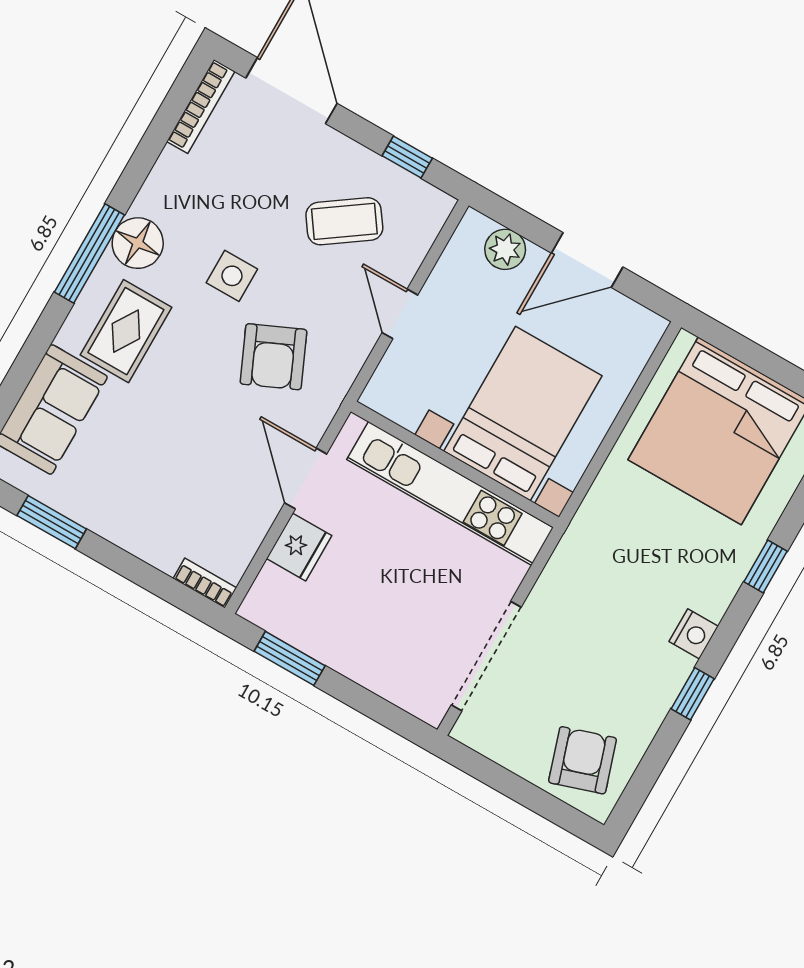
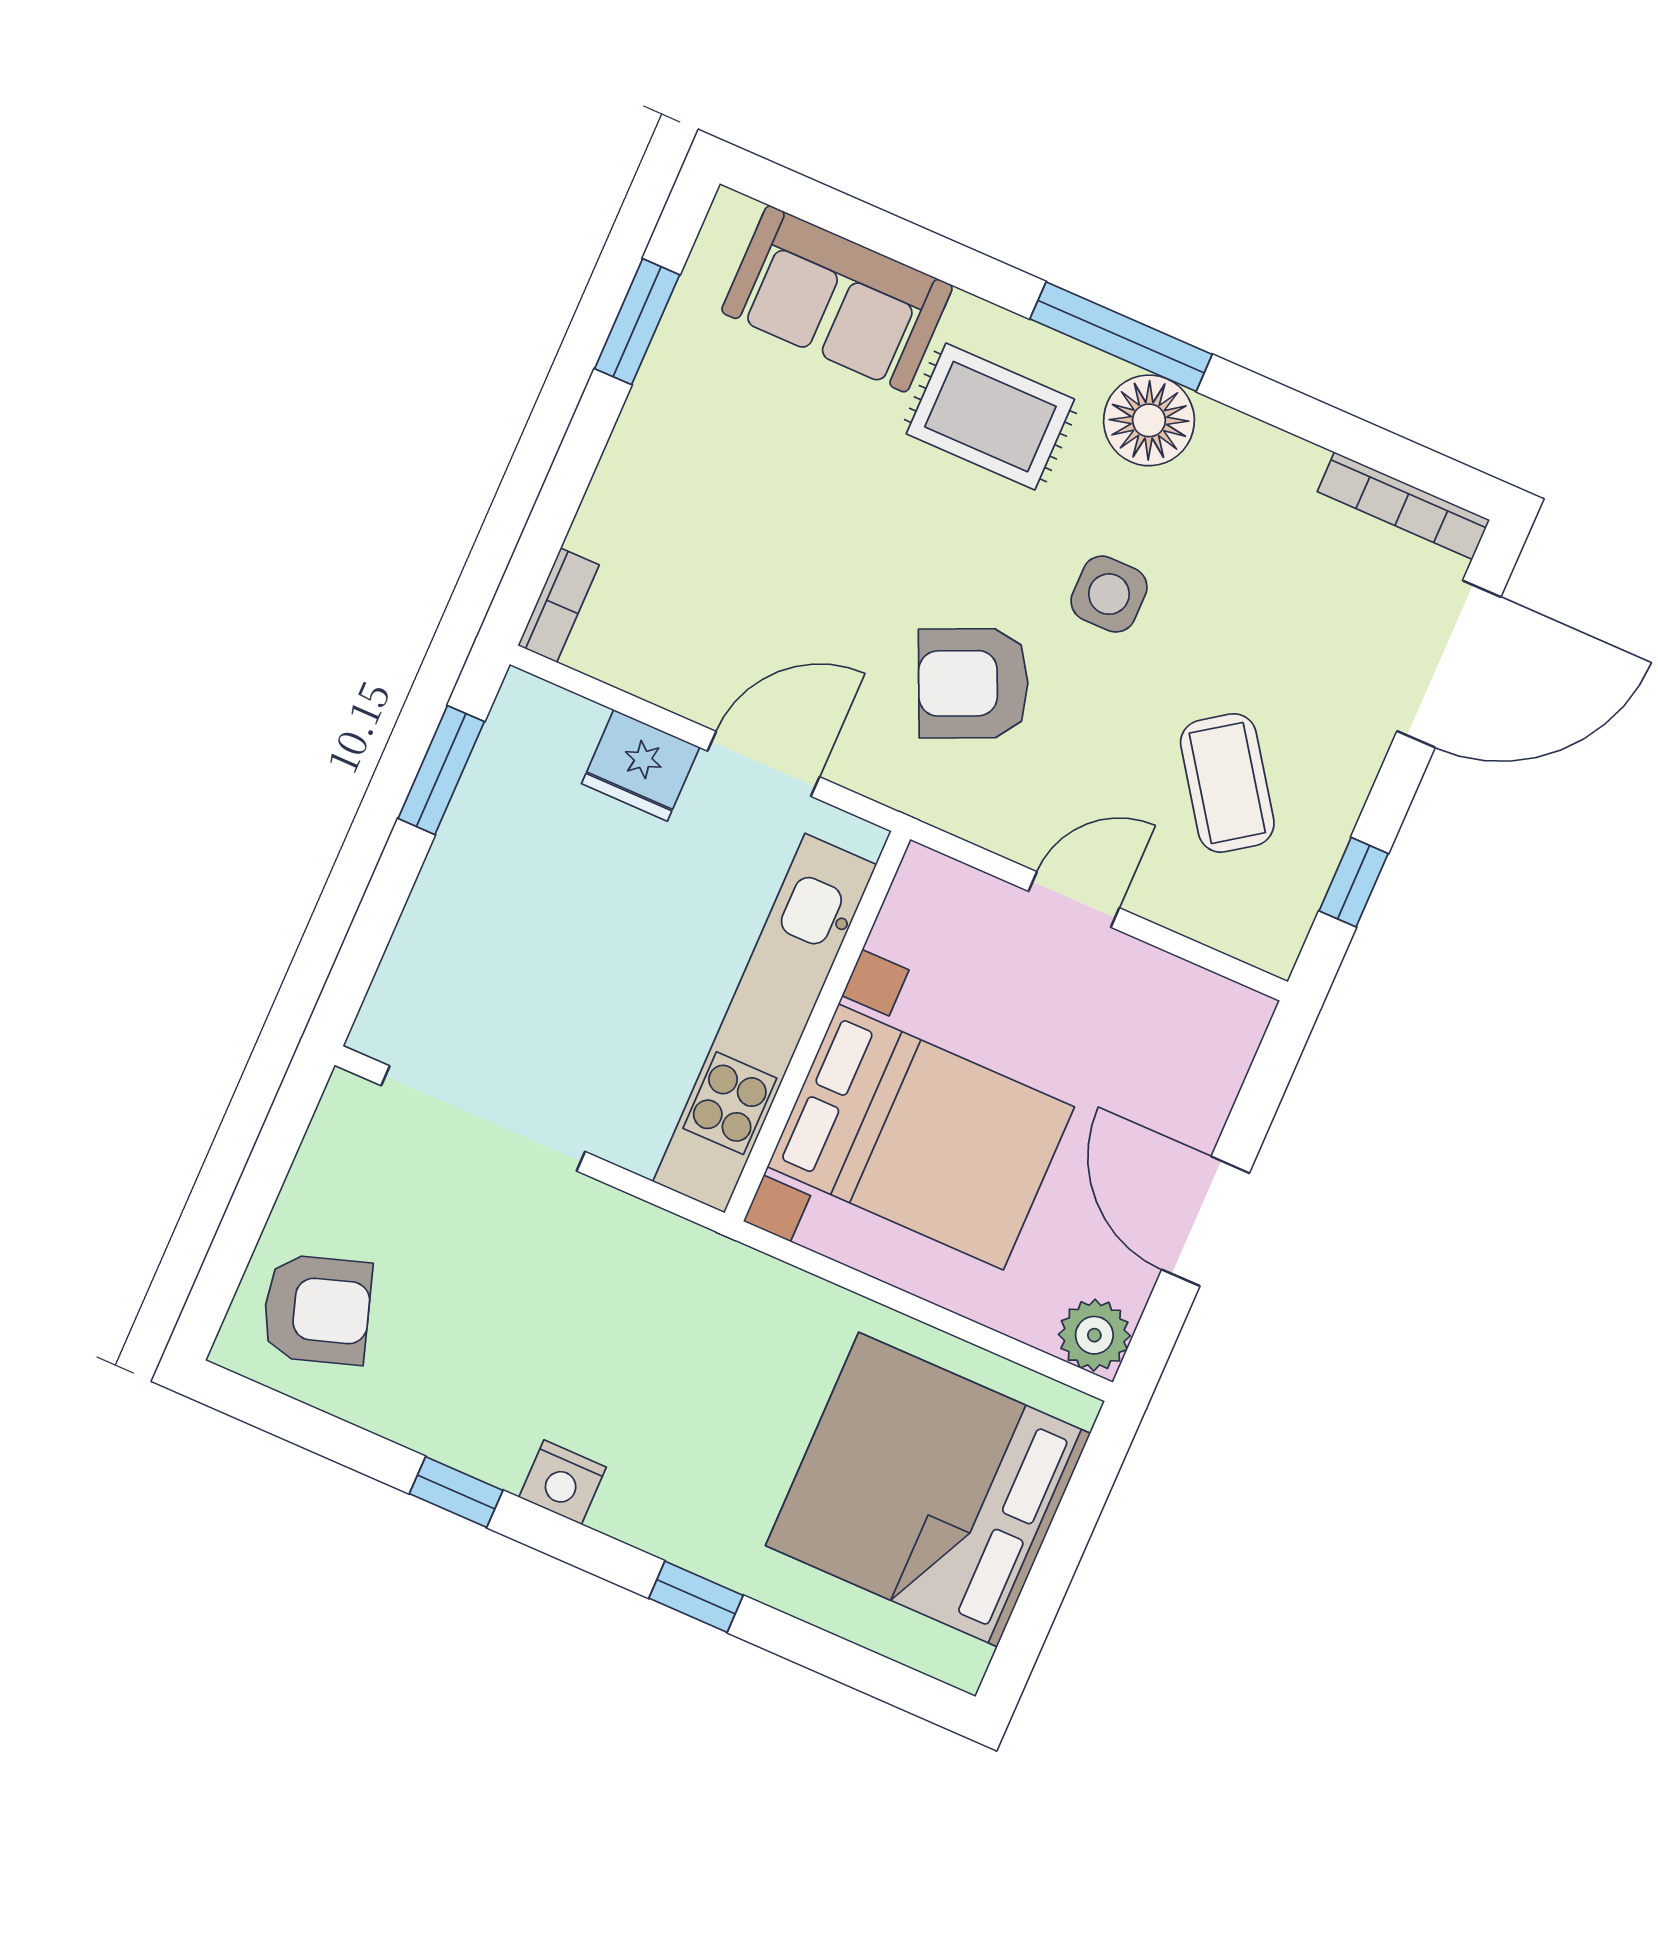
plant: (505, 249) -> (1094, 1335), moved

